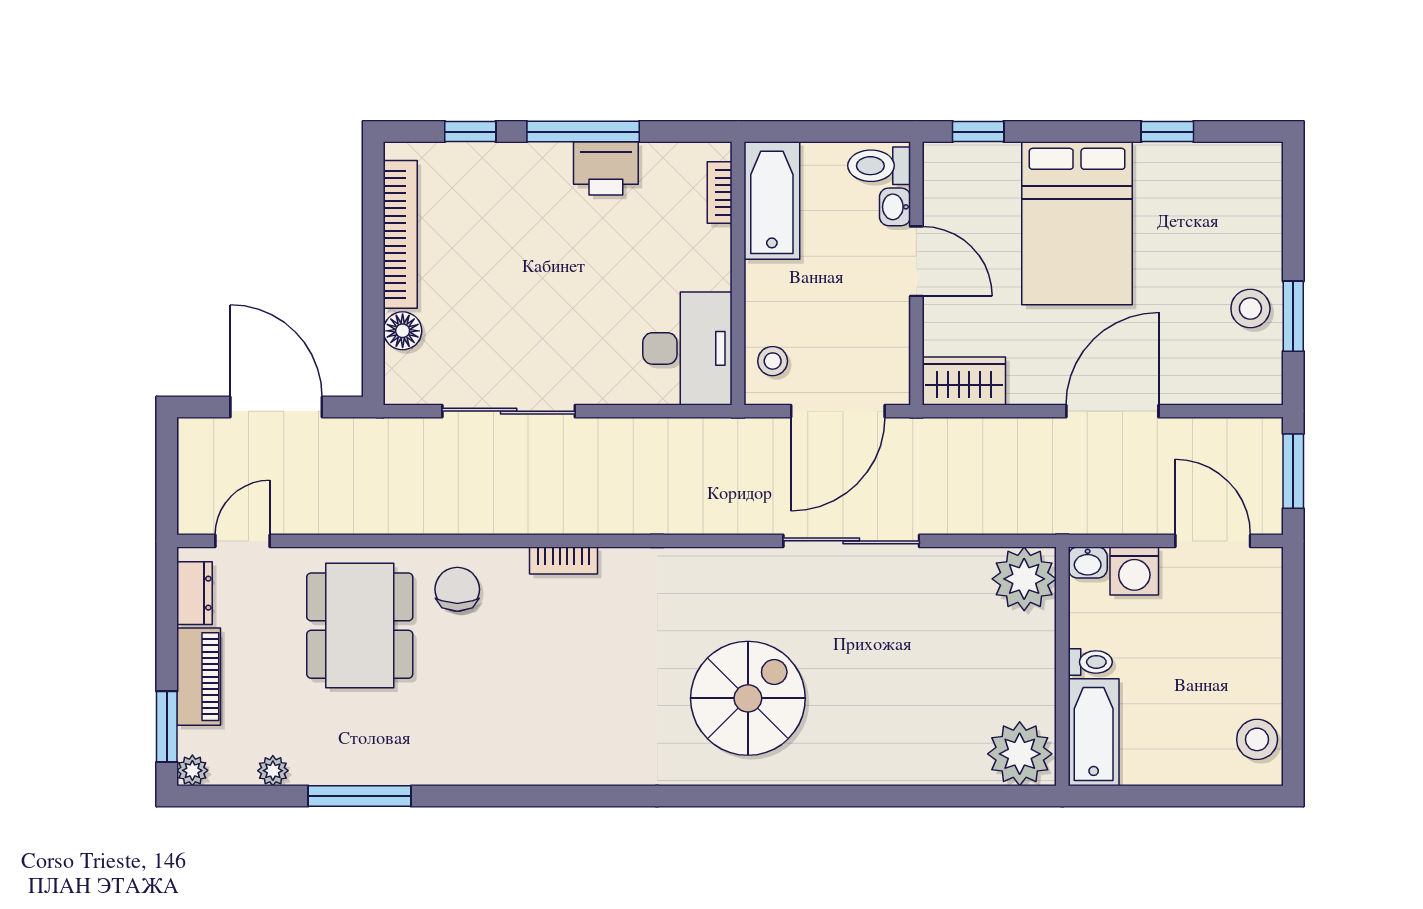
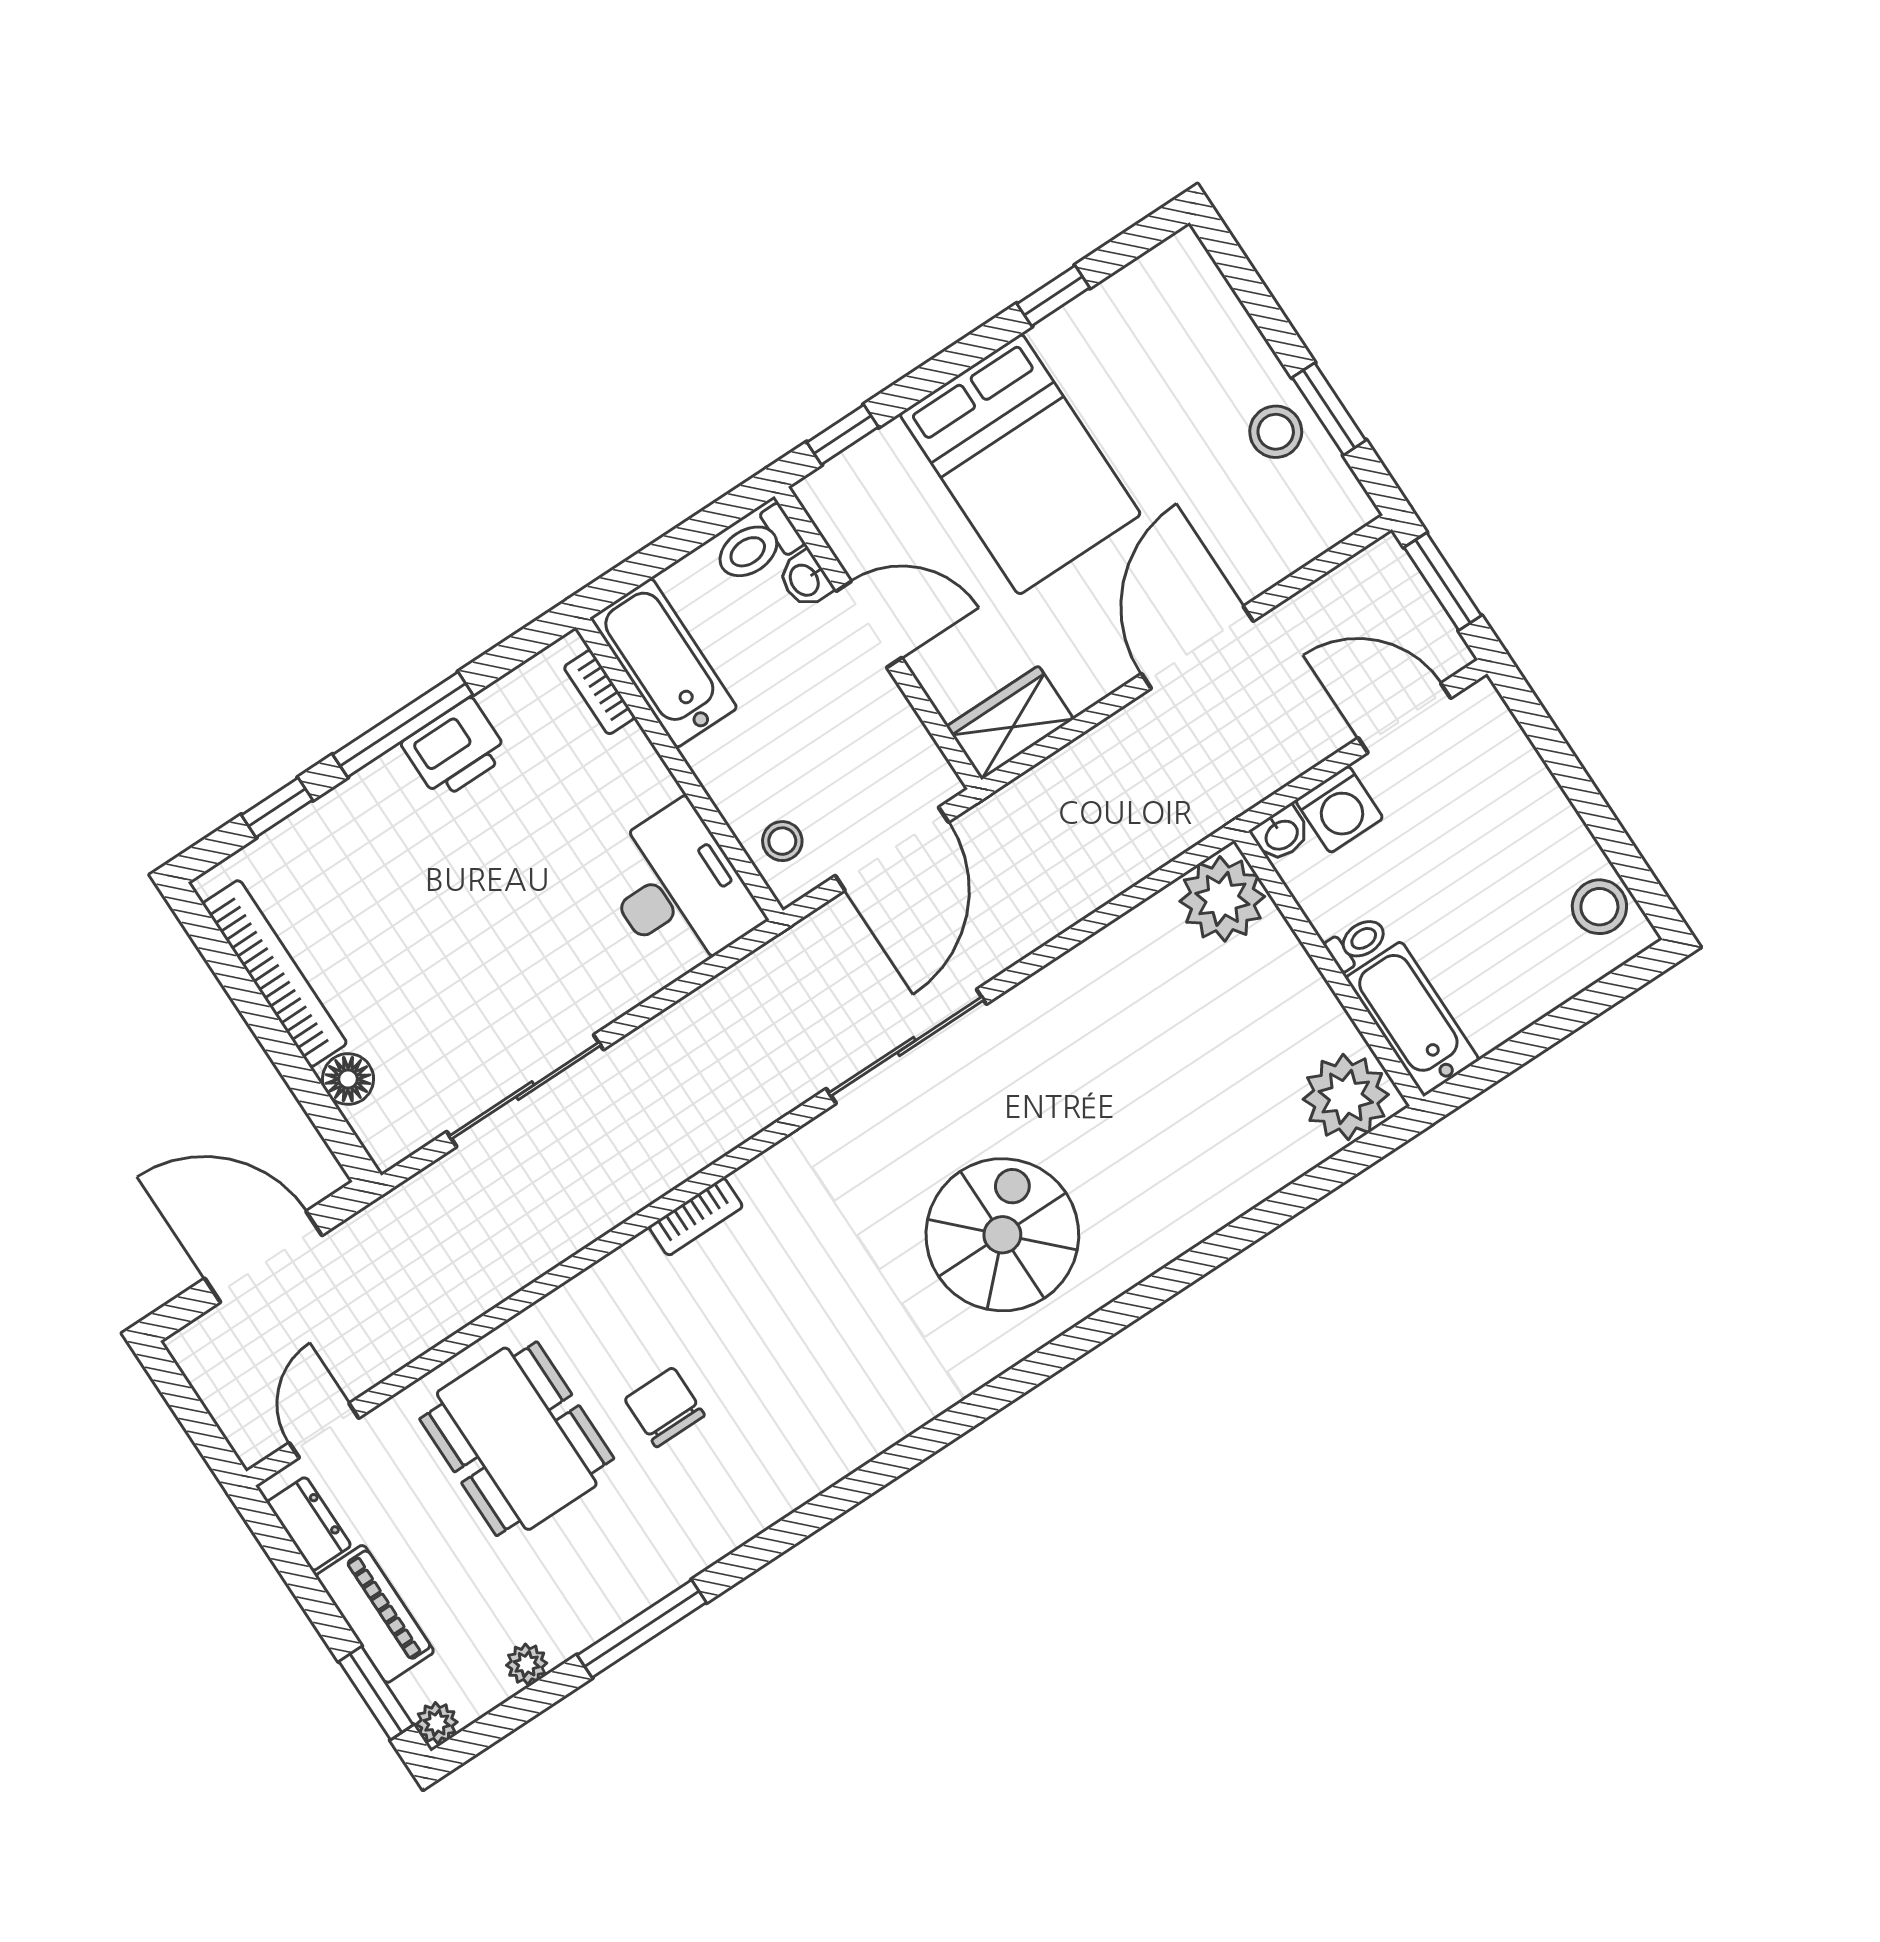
sliding door: (851, 541) -> (906, 1046), moved
chair: (457, 589) -> (665, 1407), moved

